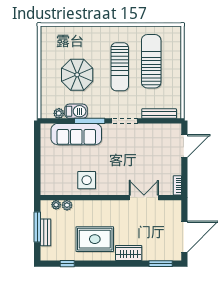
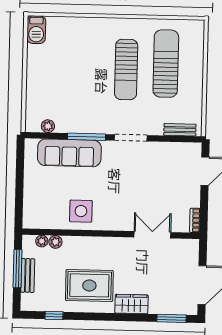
parasol: (77, 75) -> (72, 78), removed
barbecue: (76, 111) -> (36, 30), moved, turned 90
bench: (159, 114) -> (180, 130), width x0.73

